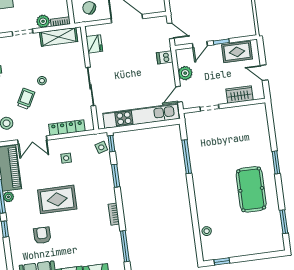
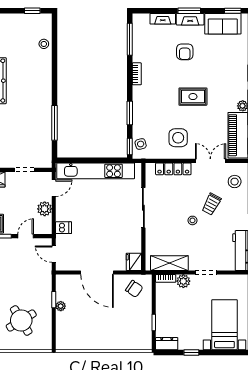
fridge: (94, 44) -> (134, 262), moved
side table: (66, 158) -> (178, 138), width x1.87, depth x1.87
rug: (57, 199) -> (193, 97), width x0.73, depth x0.70
armchair: (42, 235) -> (185, 52), moved

